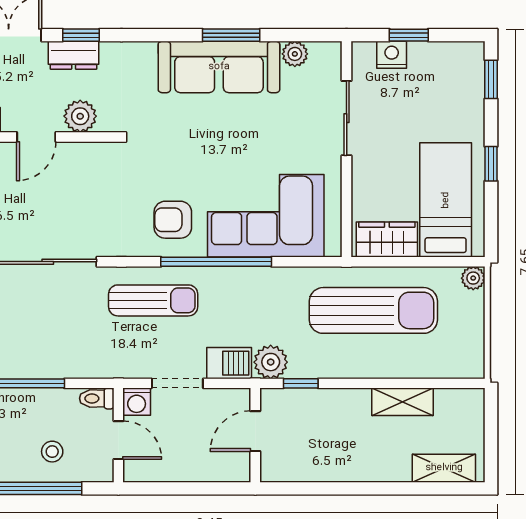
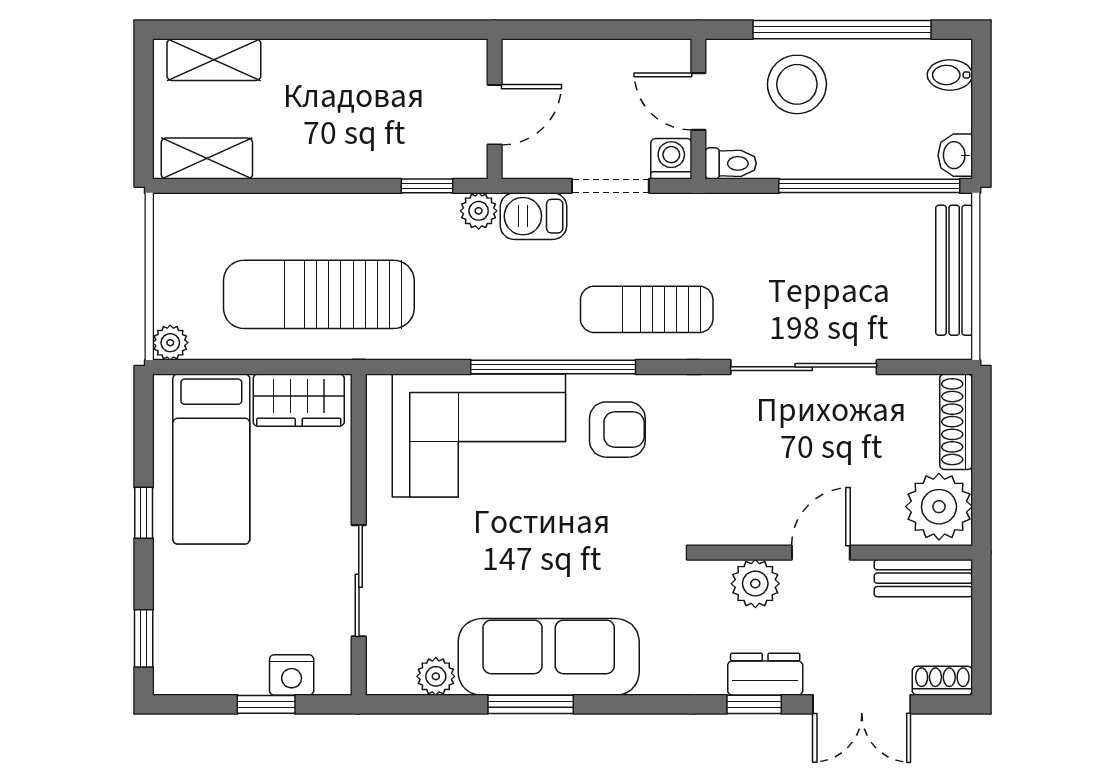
plant: (271, 362) -> (479, 211), width x0.73, depth x0.73
shelving: (403, 402) -> (207, 159), moved
stool: (52, 452) -> (797, 84), width x1.89, depth x1.89

